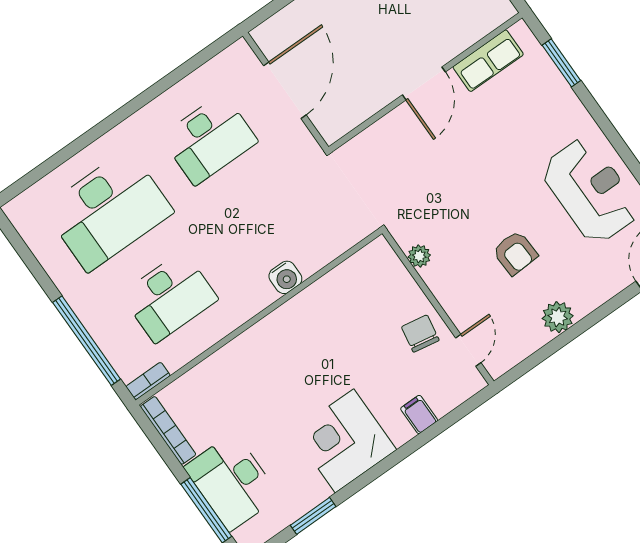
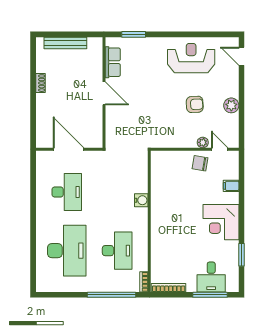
plant: (419, 256) -> (203, 142), moved
desk: (232, 482) -> (211, 277), width x0.73

